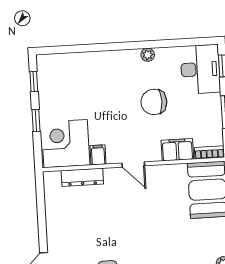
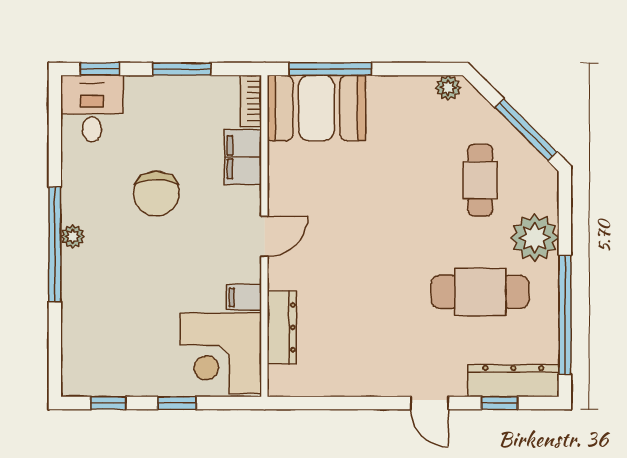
window: (122, 46) -> (55, 244), added
plant: (148, 55) -> (73, 236), moved
desk: (200, 69) -> (92, 109), width x0.73

